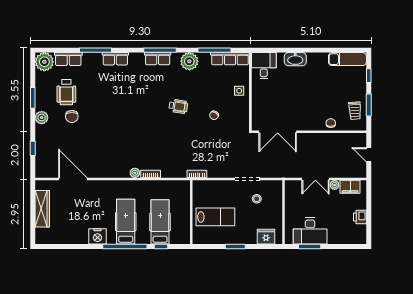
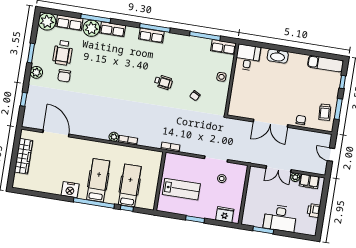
row of seats: (230, 59) -> (224, 47), width x0.68
plant: (189, 61) -> (91, 28), moved
double door: (278, 132) -> (270, 123), moved
desk: (310, 231) -> (280, 218), moved

